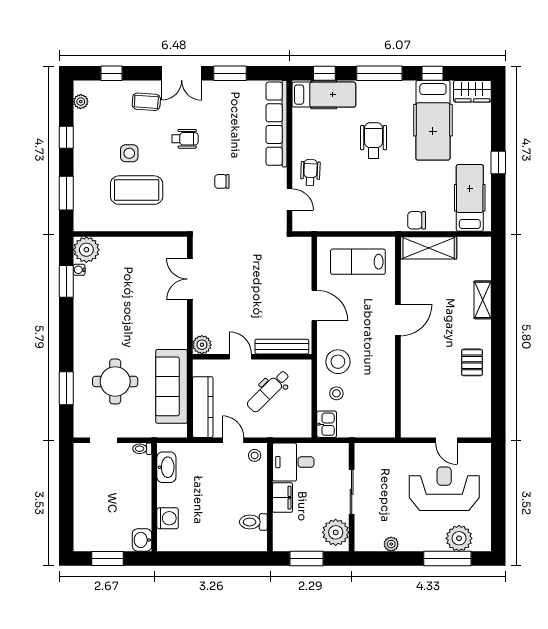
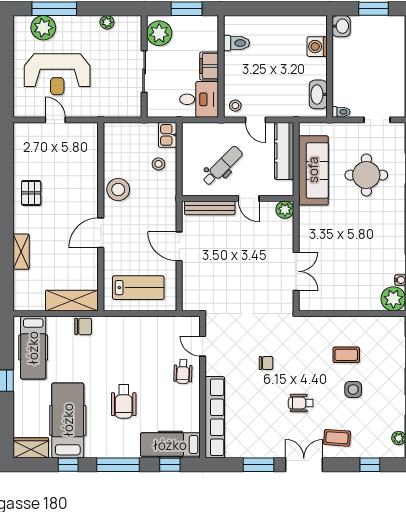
coffee table: (137, 190) -> (346, 355), width x0.54, depth x0.58
stool: (338, 362) -> (118, 190), moved

